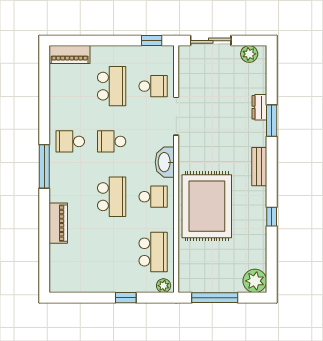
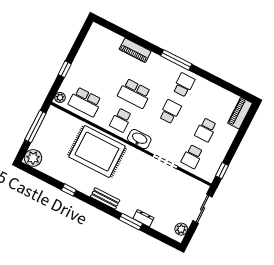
school desk: (112, 86) -> (206, 130), width x0.54

